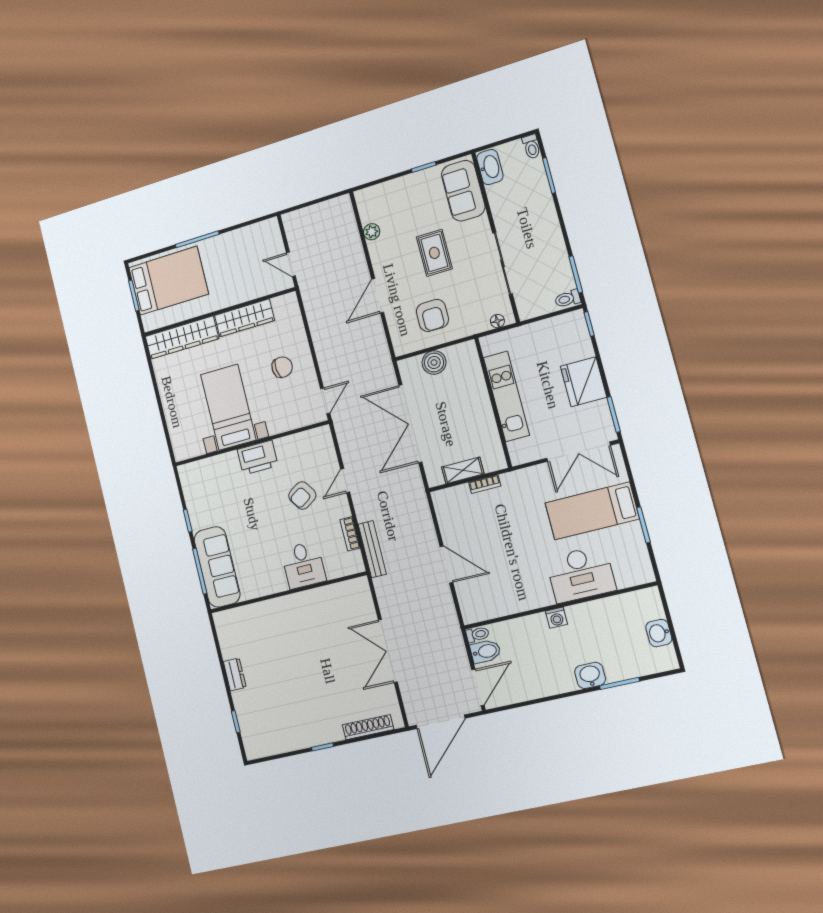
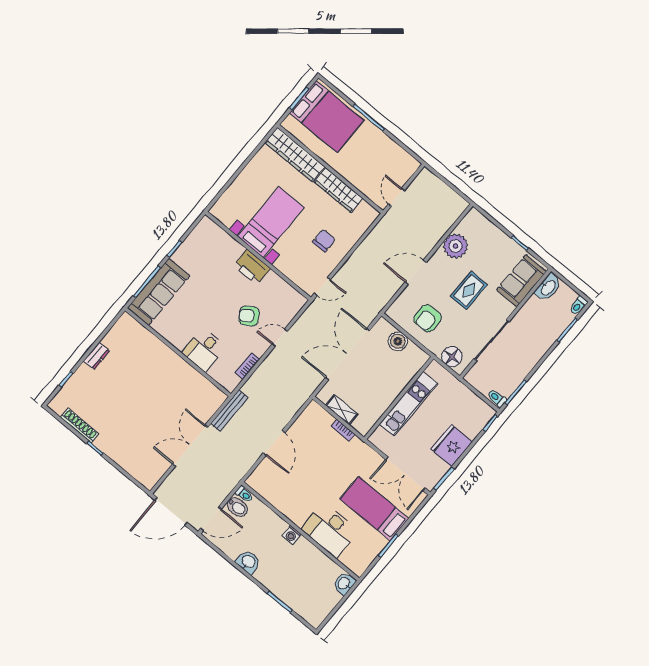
plant: (372, 232) -> (456, 246), width x1.88, depth x1.88
floor lamp: (497, 321) -> (452, 357), width x1.89, depth x1.89
chair: (282, 367) -> (324, 241), turned -83
bench: (372, 549) -> (229, 411), moved
washbasin: (659, 633) -> (344, 583), moved
washbasin: (590, 675) -> (248, 562), moved
shoe rack: (368, 727) -> (80, 425), moved

